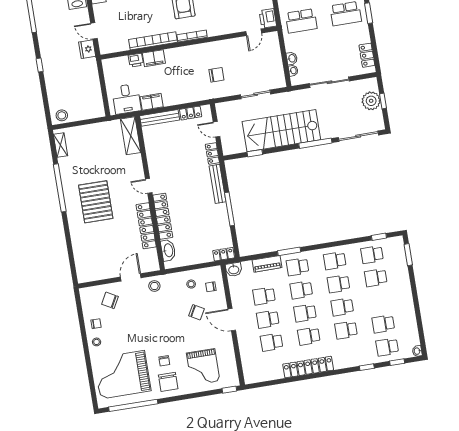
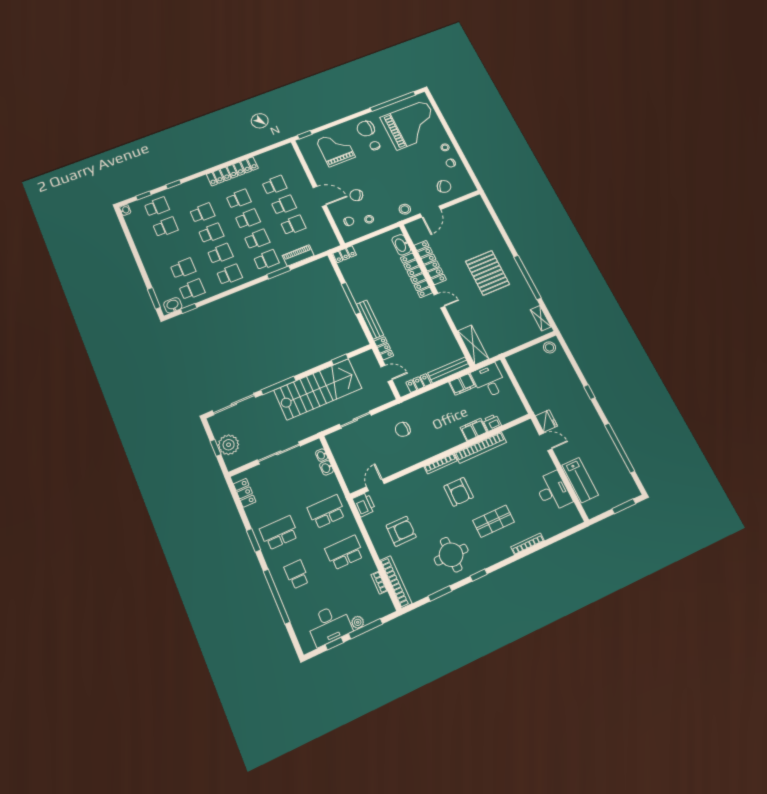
washbasin: (234, 270) -> (173, 305), moved
chair: (168, 382) -> (366, 129), turned -90

